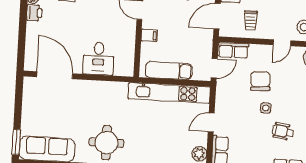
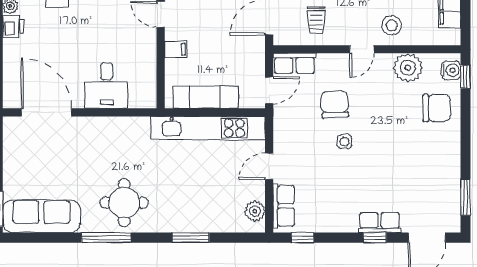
wheelchair: (283, 131) -> (370, 173), removed

